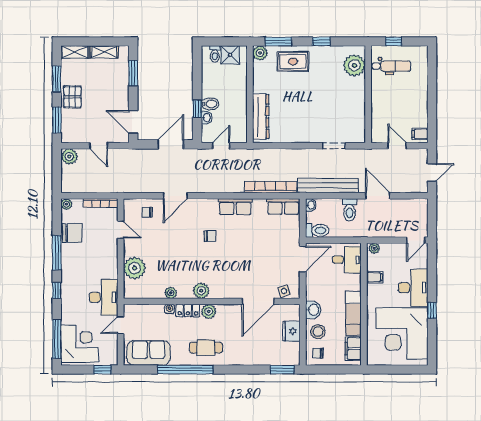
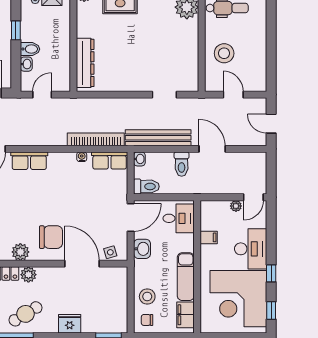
stool: (389, 108) -> (224, 53), added
window: (197, 109) -> (16, 30), moved
filing cabinet: (420, 134) -> (258, 82), removed
door: (432, 172) -> (271, 124), swing flipped
water cooler: (258, 203) -> (82, 157), added
row of seats: (235, 207) -> (29, 161), moved
chair: (210, 236) -> (51, 237), moved, width x1.87, depth x1.87
plant: (374, 248) -> (236, 206), moved
door: (258, 301) -> (82, 264), swing flipped
washbasin: (313, 310) -> (142, 249), moved
fridge: (291, 331) -> (70, 324), moved, turned 90
window: (432, 344) -> (271, 310), added
cafe table: (206, 348) -> (25, 314), turned -31

